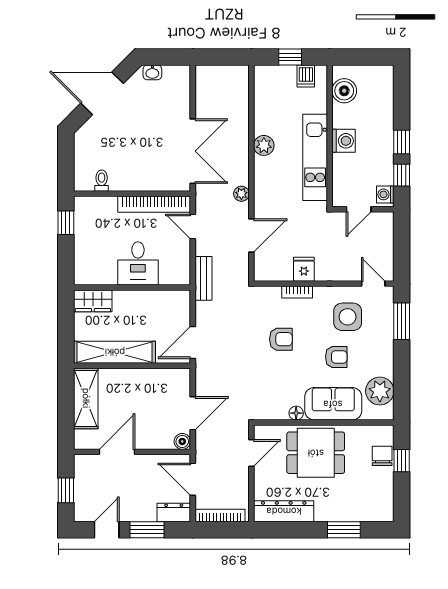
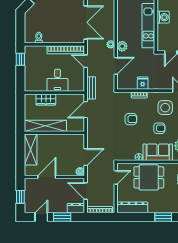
plant: (264, 145) -> (122, 46), moved
wardrobe: (93, 301) -> (46, 99), moved
door: (193, 343) -> (86, 110), moved

